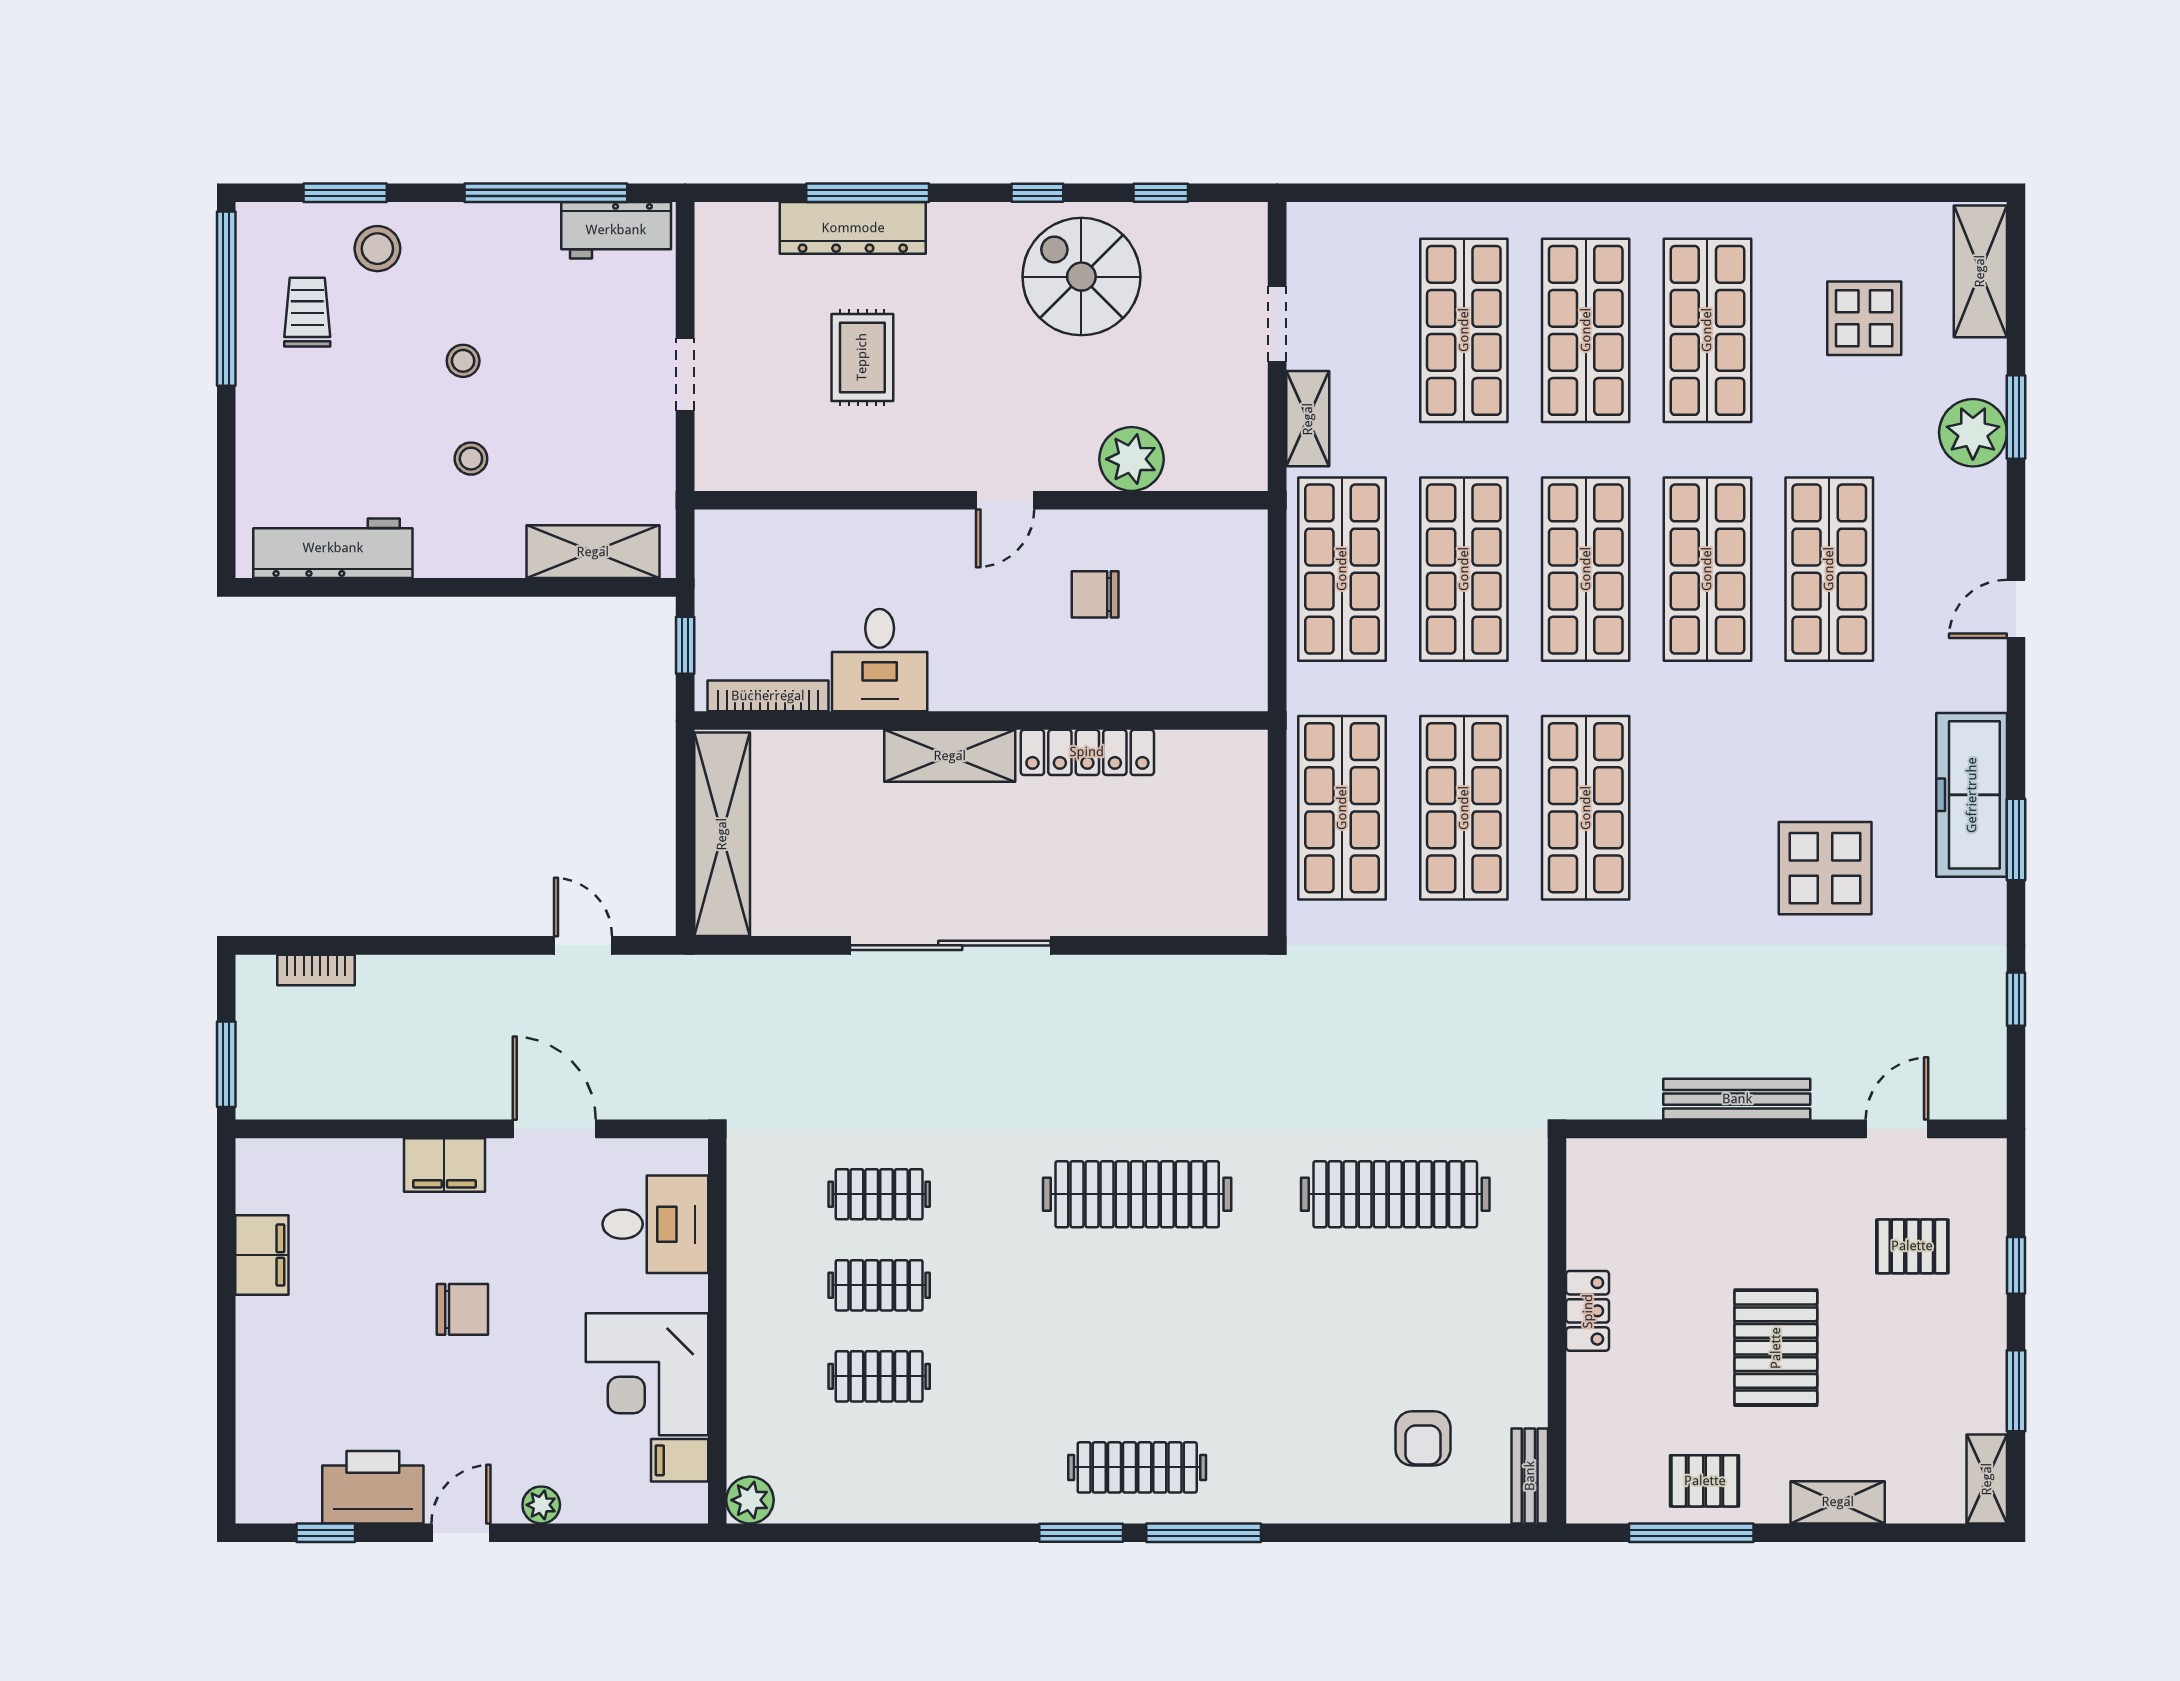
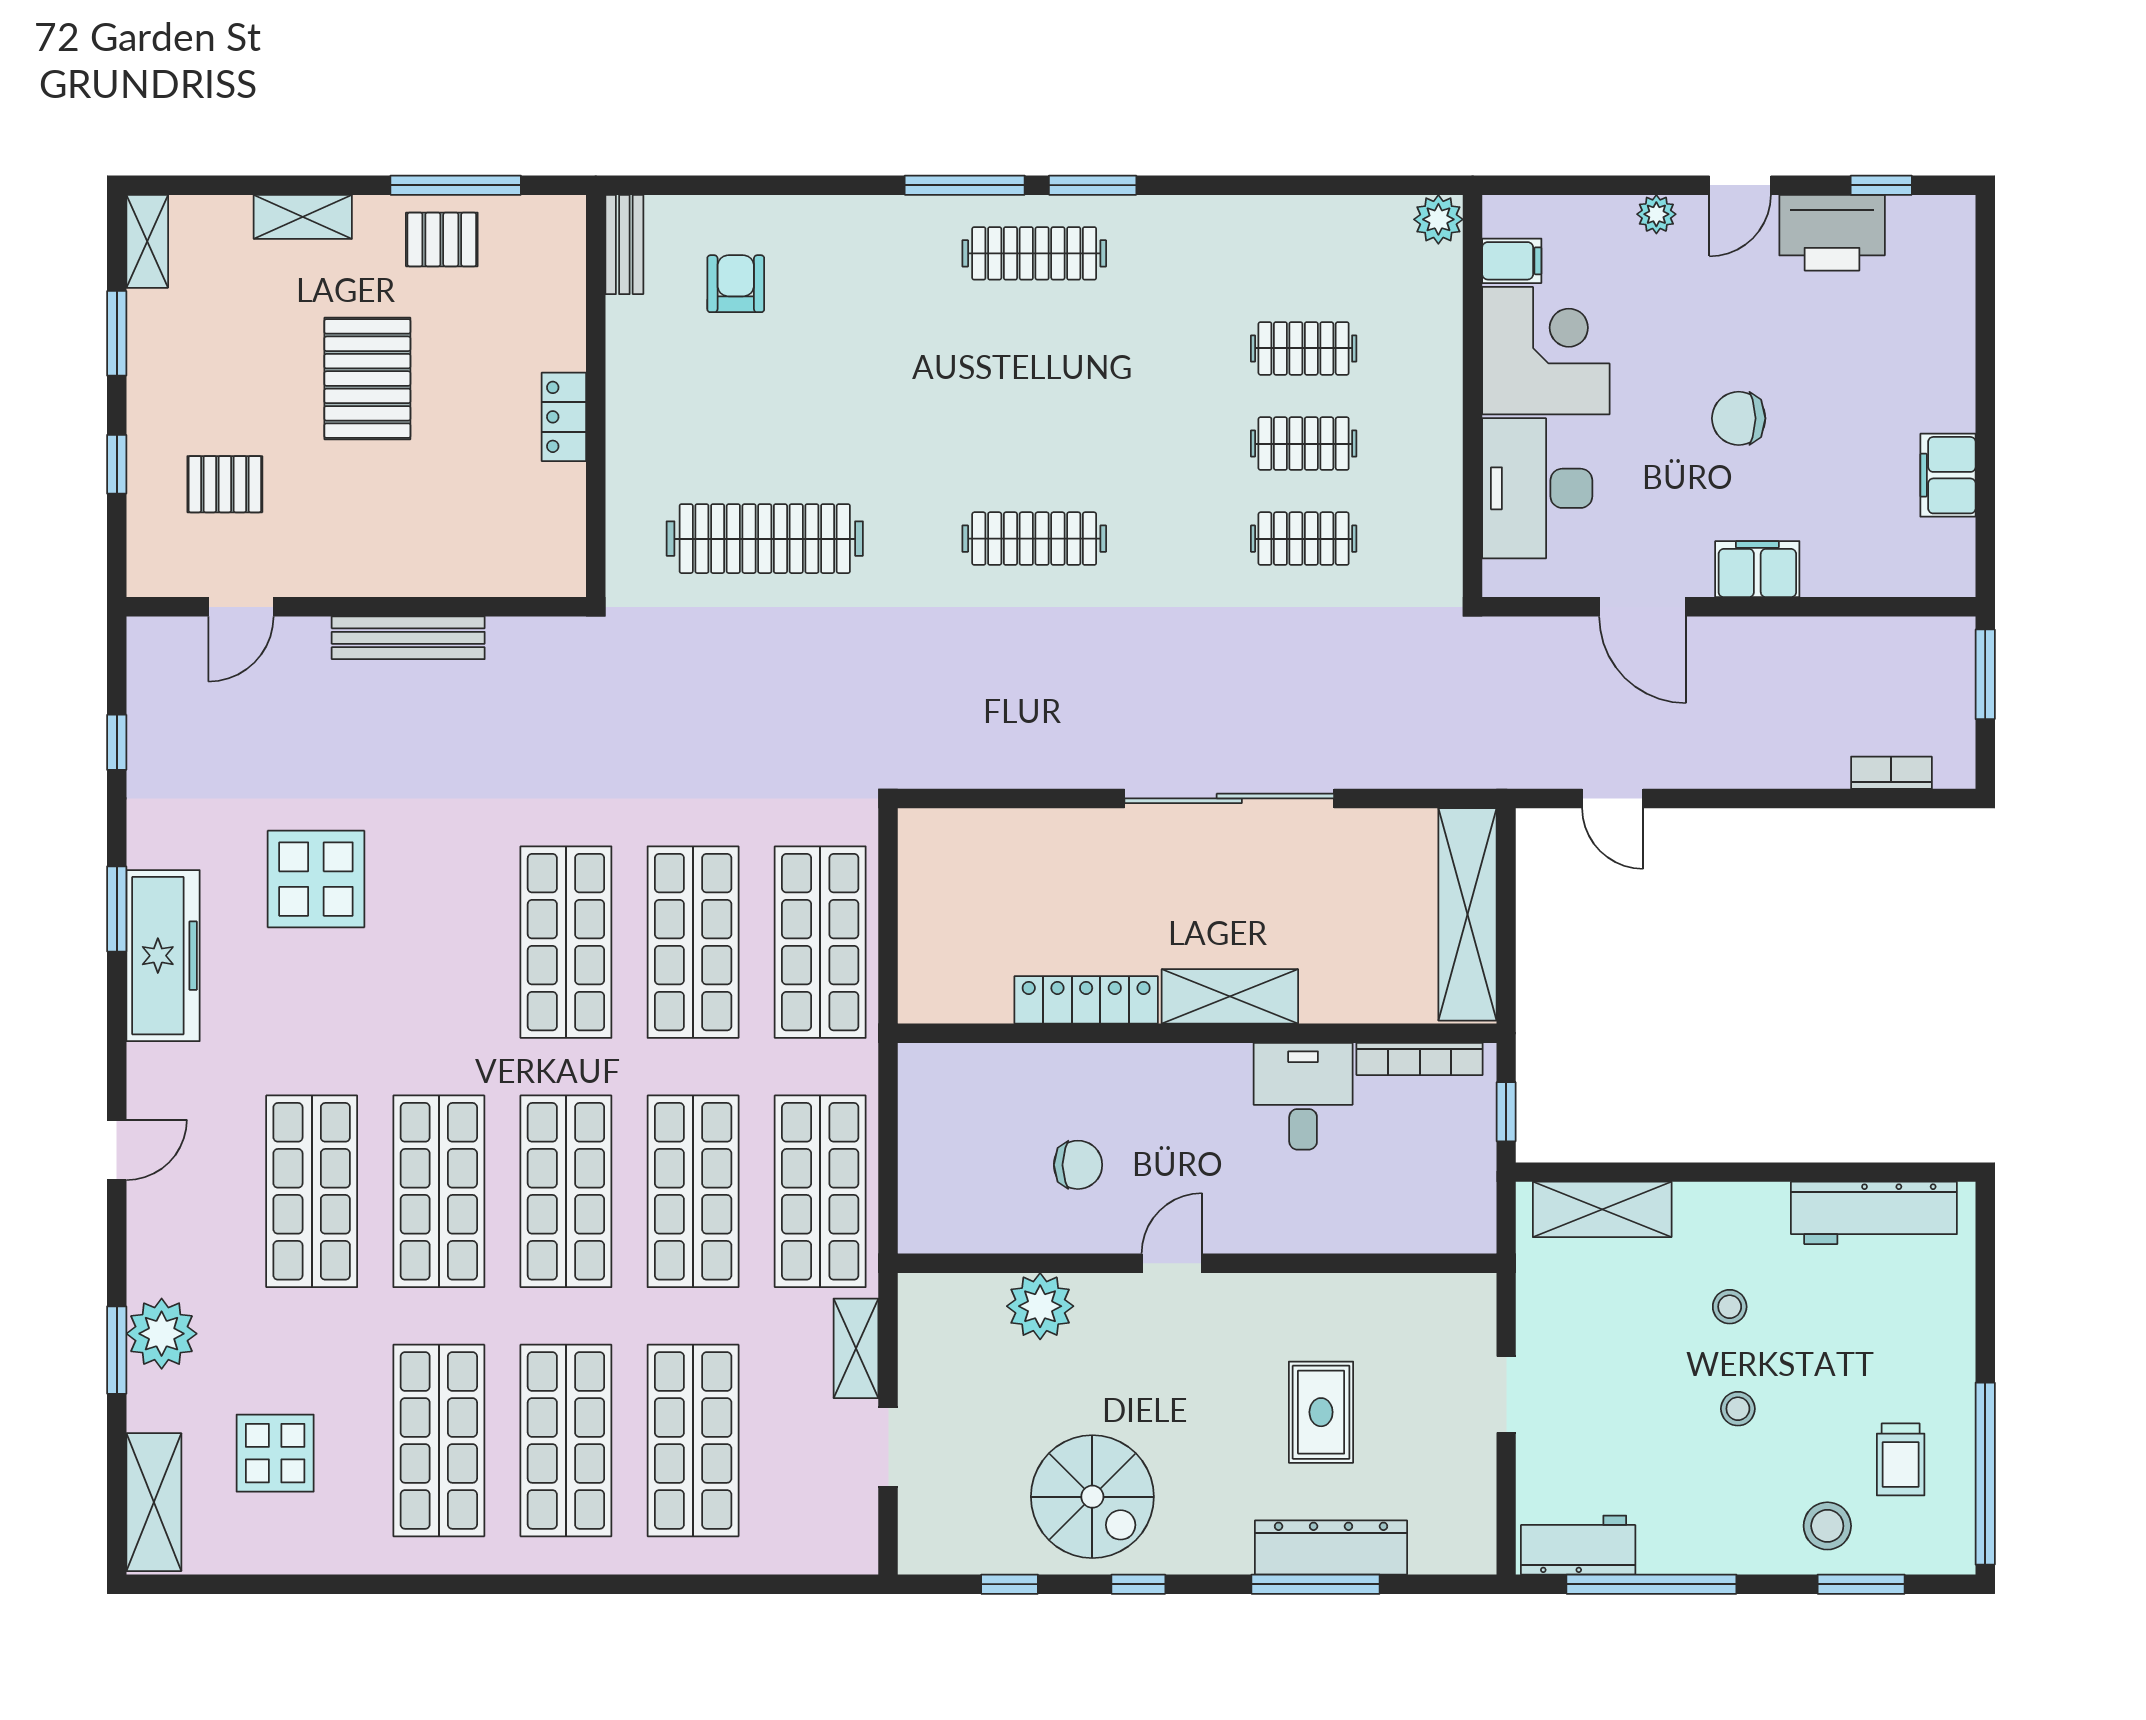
clothes rail: (1137, 1194) -> (1034, 539), width x0.73, depth x0.76
desk: (655, 1224) -> (1537, 488), width x1.37

